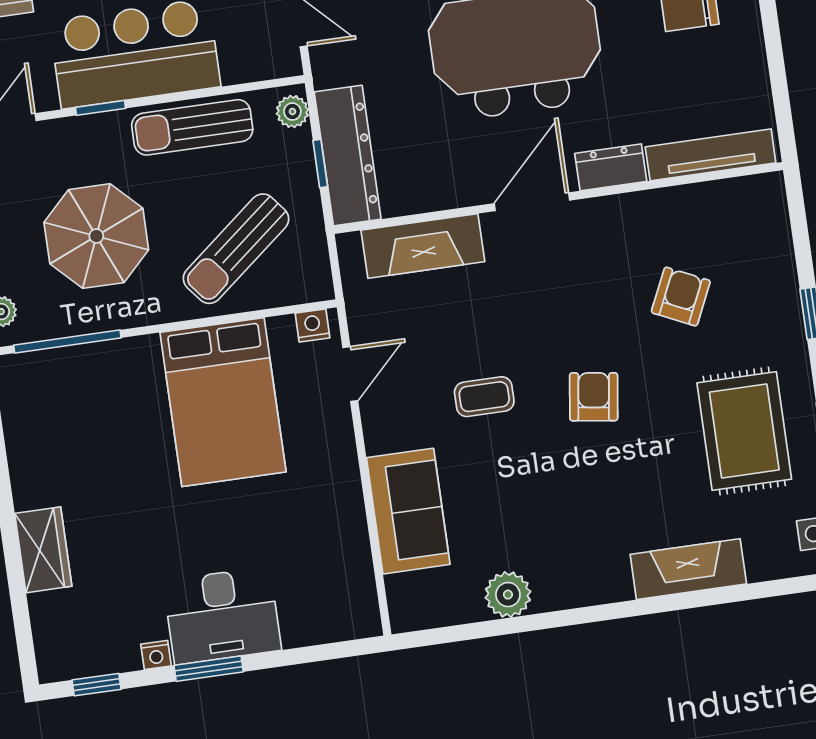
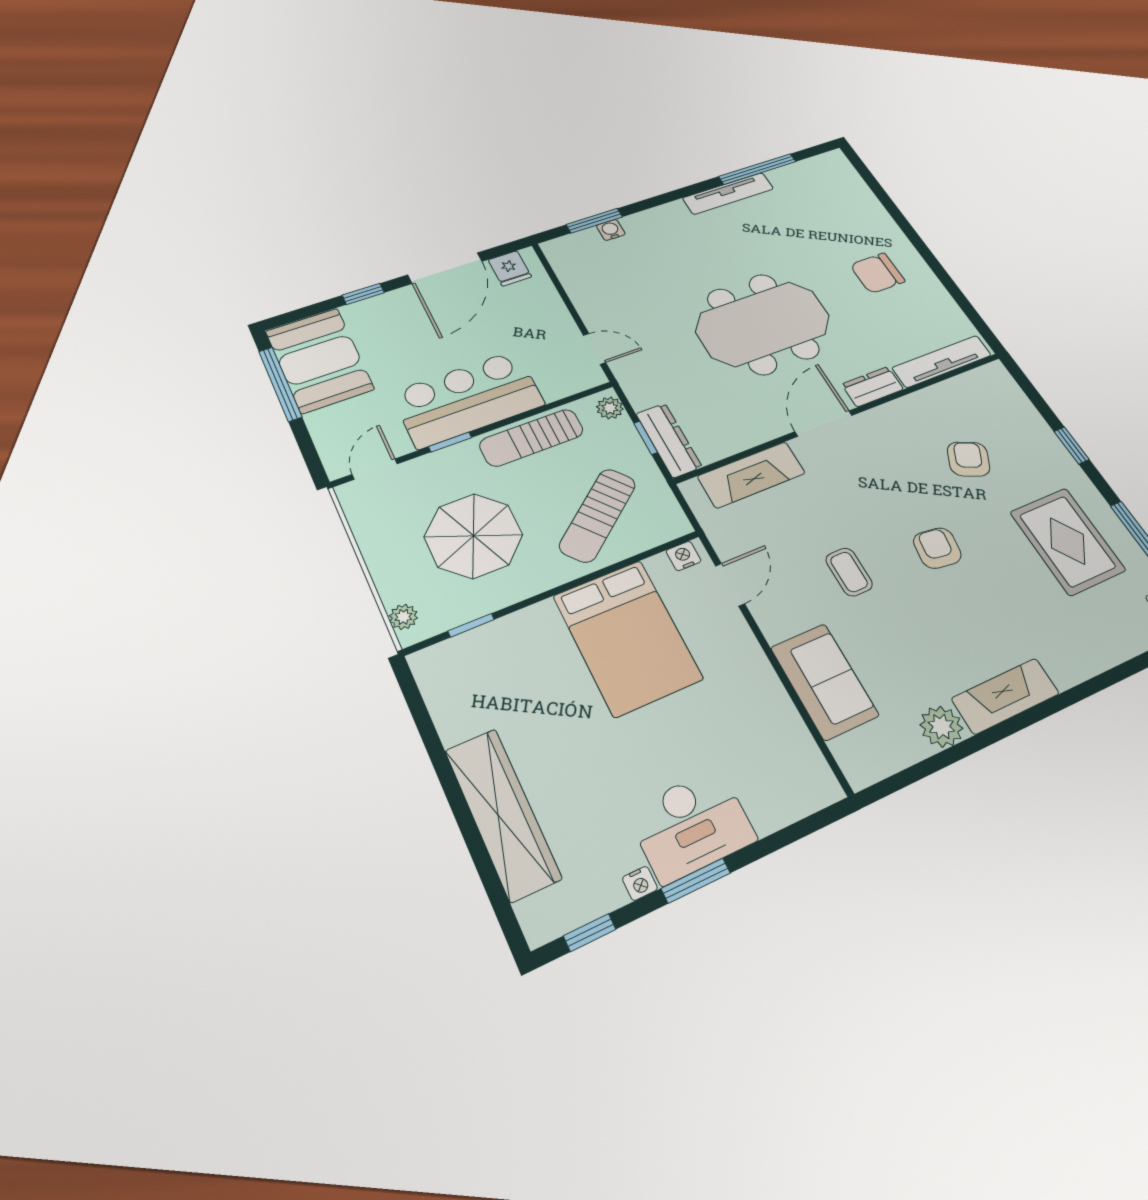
dresser: (348, 156) -> (669, 440), width x0.73, depth x0.80
window: (67, 341) -> (471, 625), width x0.46
coffee table: (484, 397) -> (849, 572), turned 90
wardrobe: (43, 550) -> (502, 814), width x2.10, depth x1.17
fireplace: (688, 569) -> (1005, 696), moved

